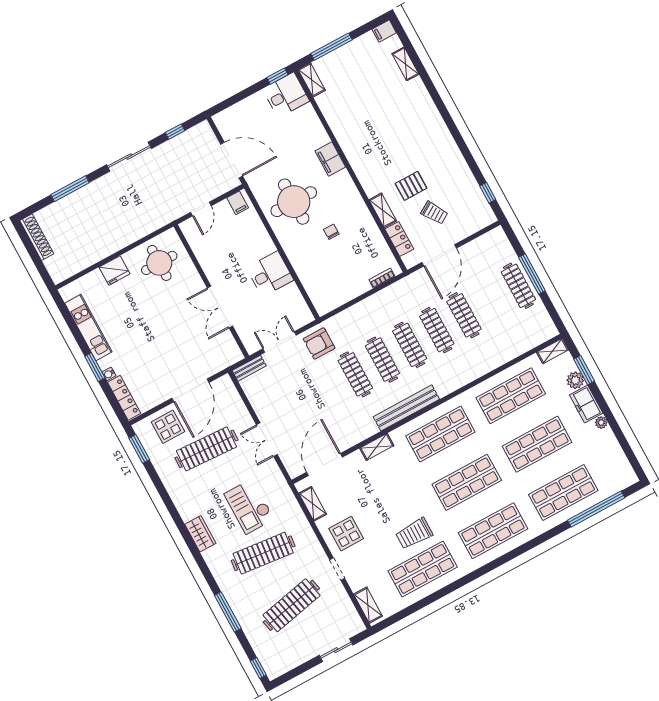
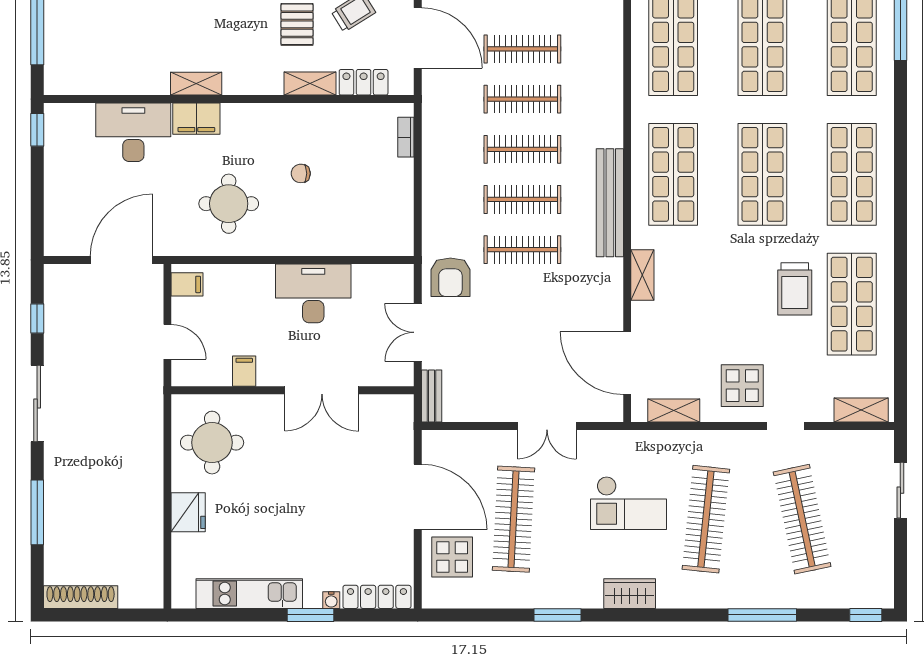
shelving: (312, 80) -> (196, 84), moved
desk: (286, 95) -> (133, 132), moved, width x1.37
round table: (294, 202) -> (229, 204), width x0.73, depth x0.73
filing cabinet: (208, 259) -> (244, 371), added
desk: (270, 274) -> (313, 293), width x1.37
window: (139, 449) -> (557, 615), moved

